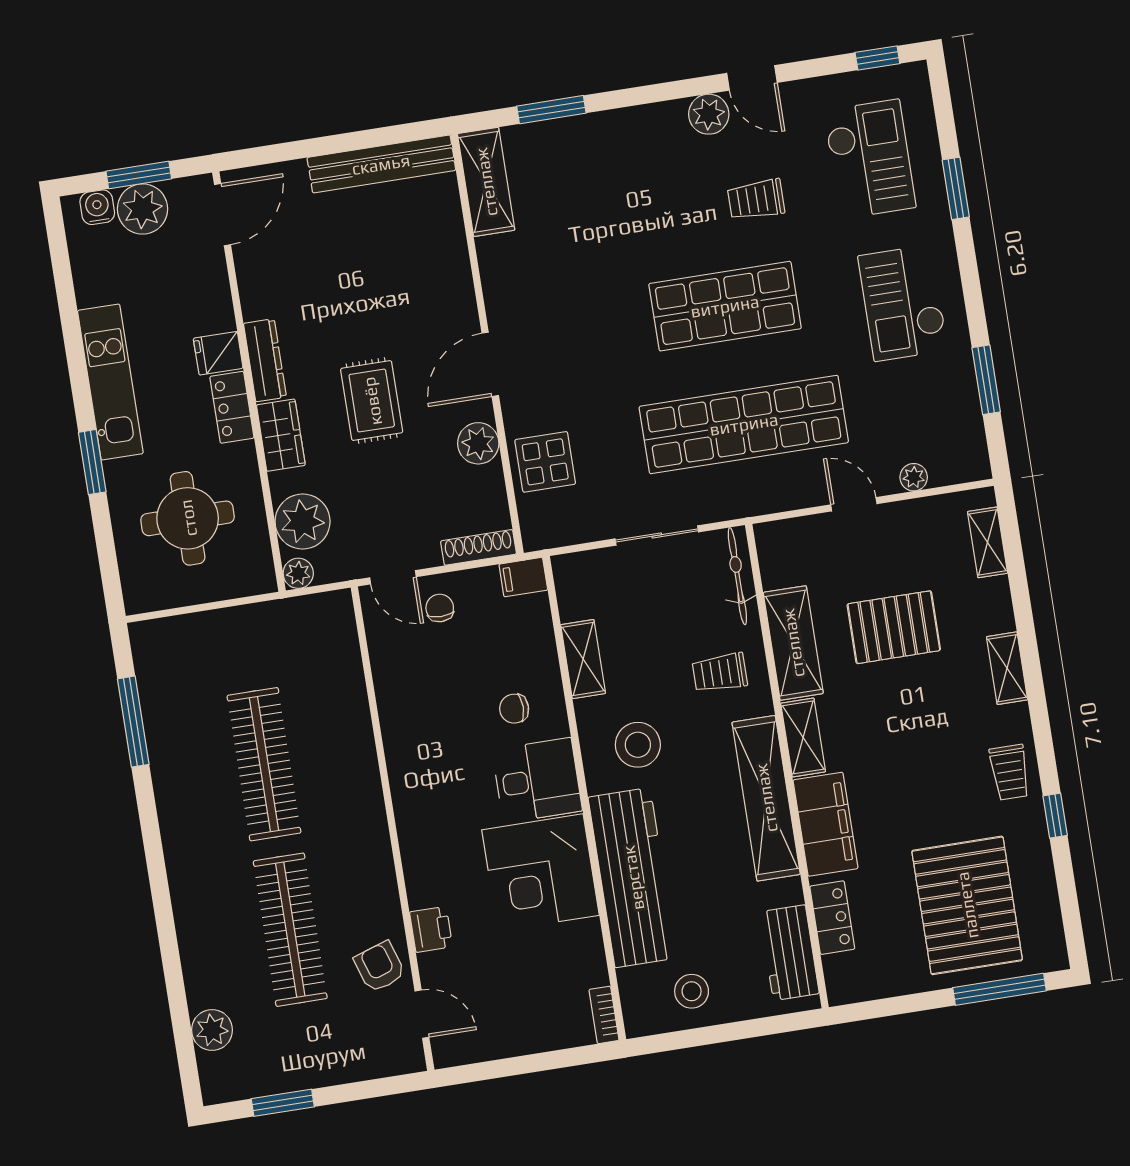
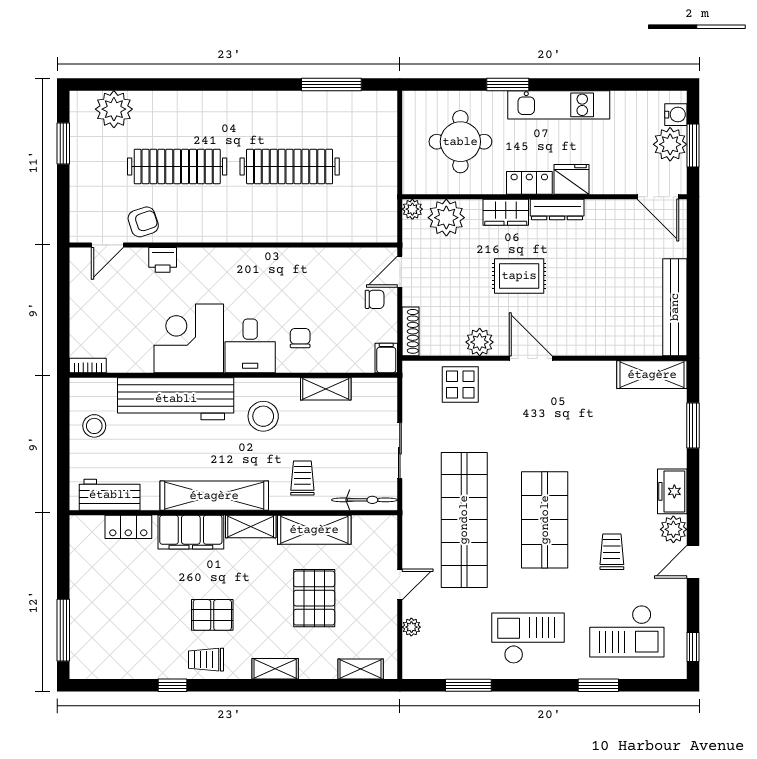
freezer: (653, 125) -> (672, 491), added
fridge: (218, 353) -> (571, 179), width x1.38
pallet: (967, 905) -> (212, 615), moved, width x0.49, depth x0.50
plant: (212, 1030) -> (114, 109), width x1.36, depth x1.36

